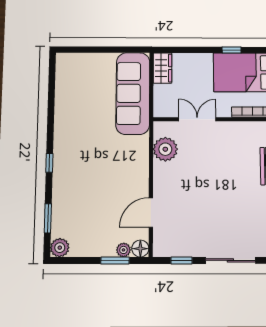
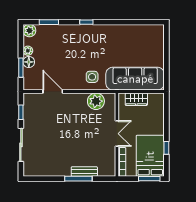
wardrobe: (162, 68) -> (136, 99), moved
double door: (197, 119) -> (117, 134), moved
side table: (130, 155) -> (92, 77), added
floor lamp: (140, 249) -> (29, 62), moved
plant: (123, 250) -> (28, 51), moved

